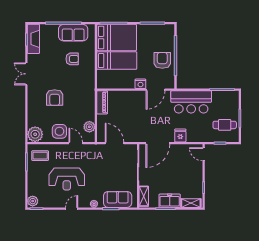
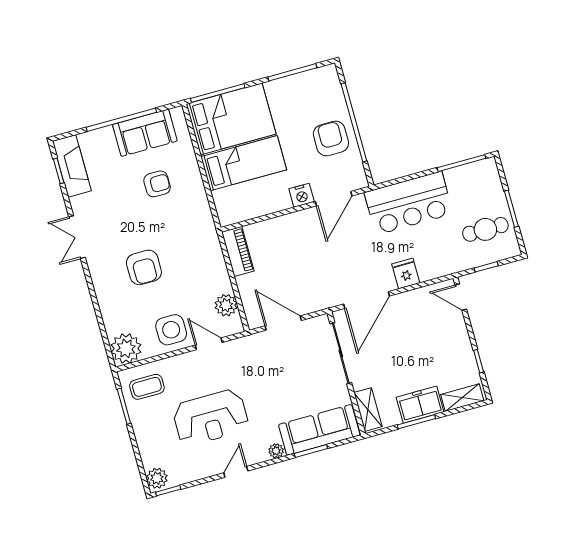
sofa: (118, 199) -> (319, 430), width x1.36

